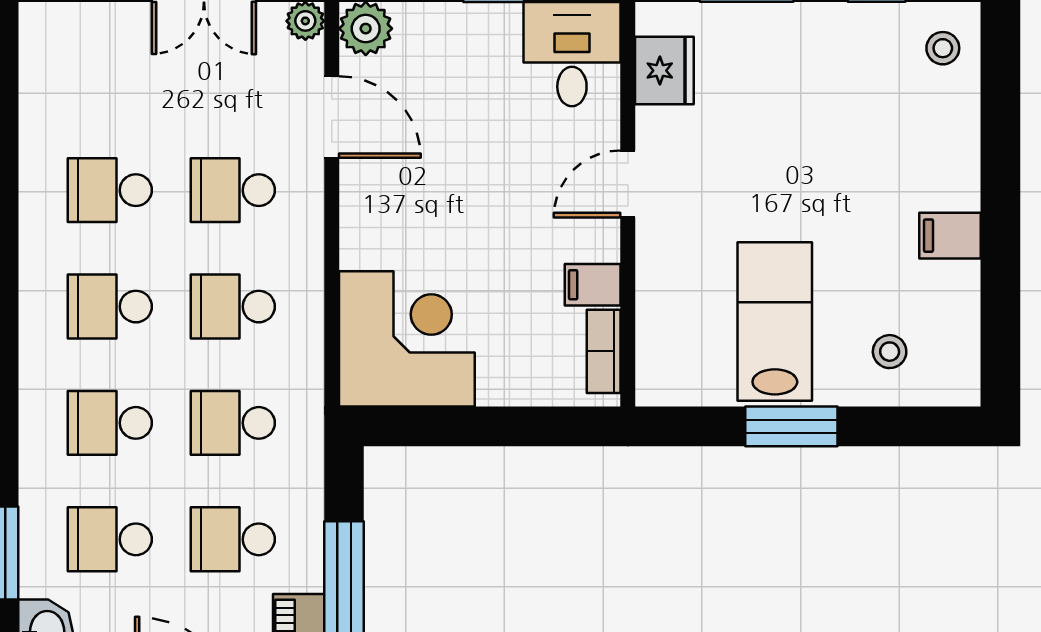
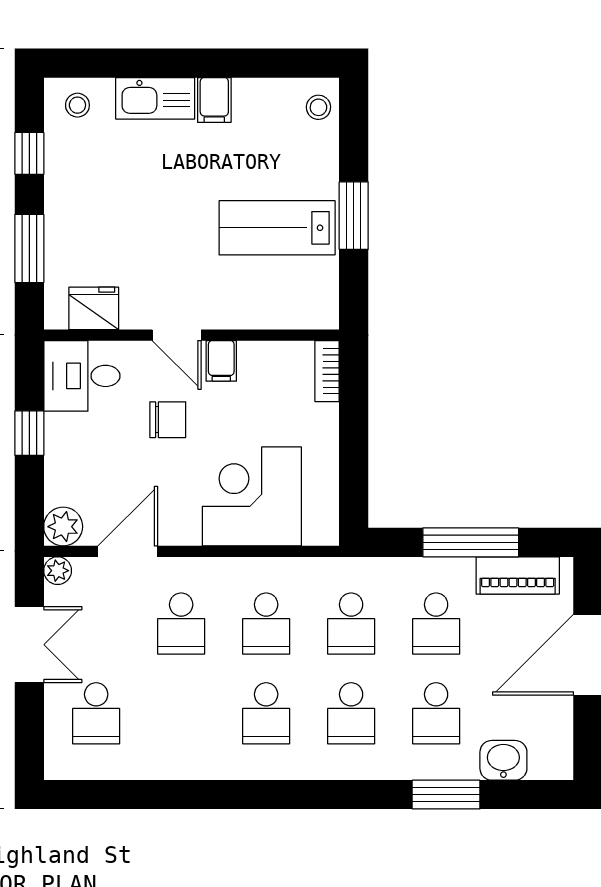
kitchen sink: (952, 155) -> (155, 98), added
chair: (512, 172) -> (168, 420), added
school desk: (110, 190) -> (96, 713), moved
filing cabinet: (593, 285) -> (221, 361), moved
corner desk: (407, 339) -> (252, 496), moved
bookcase: (604, 351) -> (327, 371), moved, turned 90
stool: (890, 352) -> (318, 107), moved

